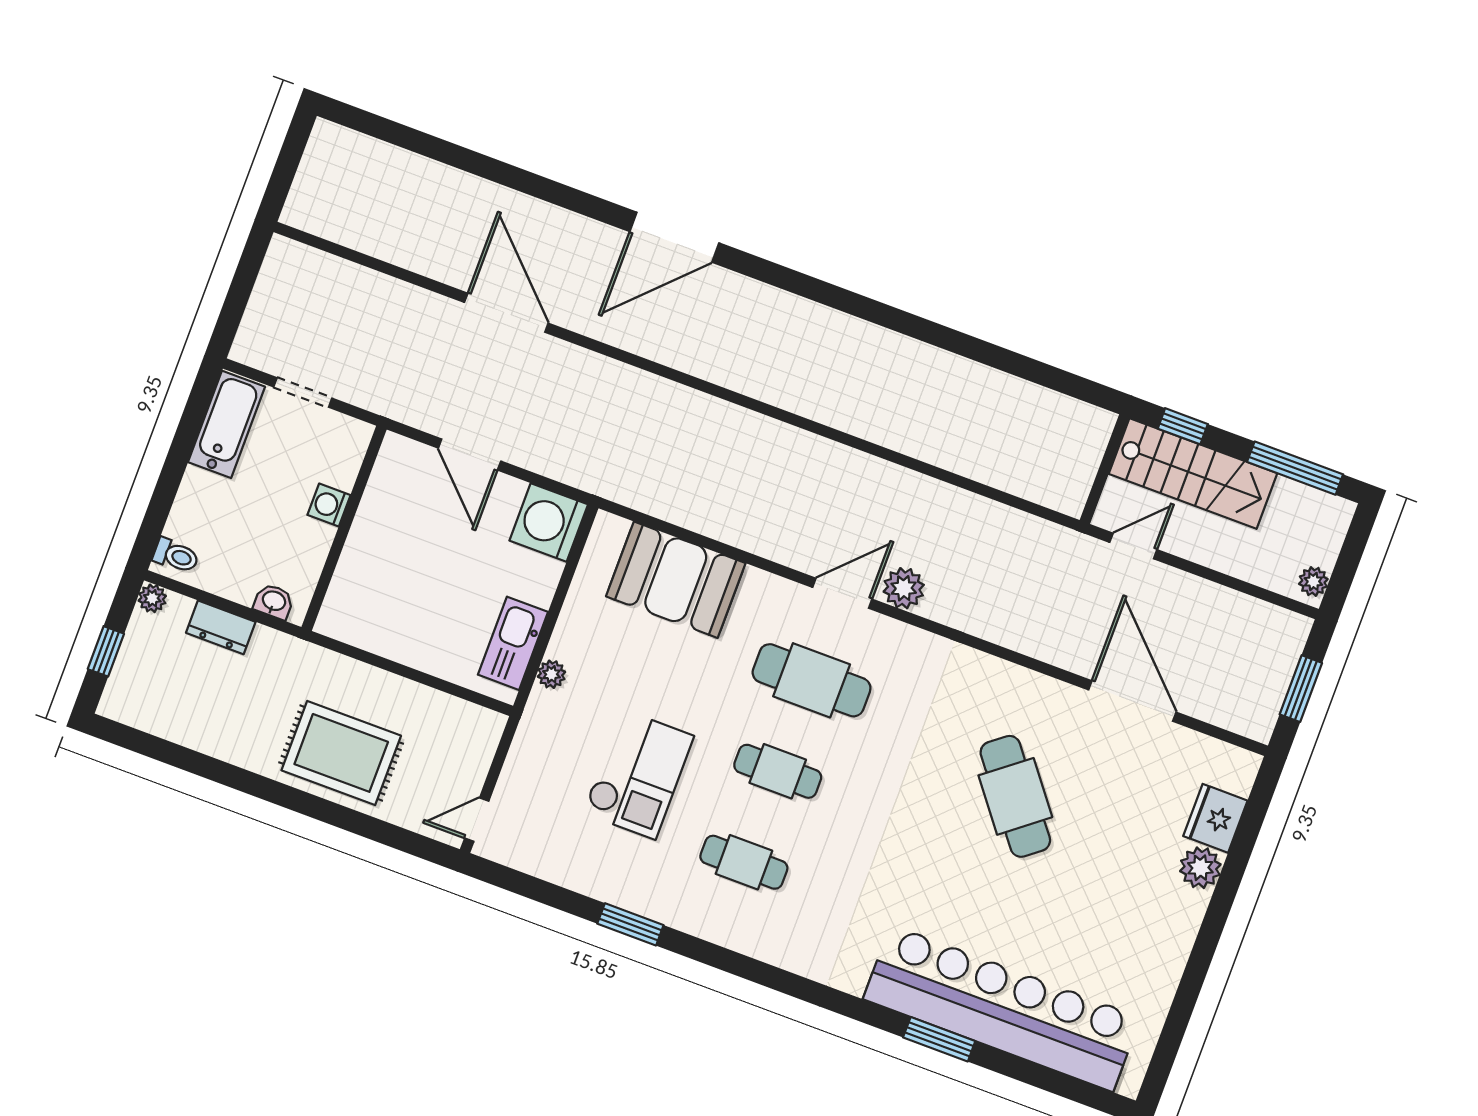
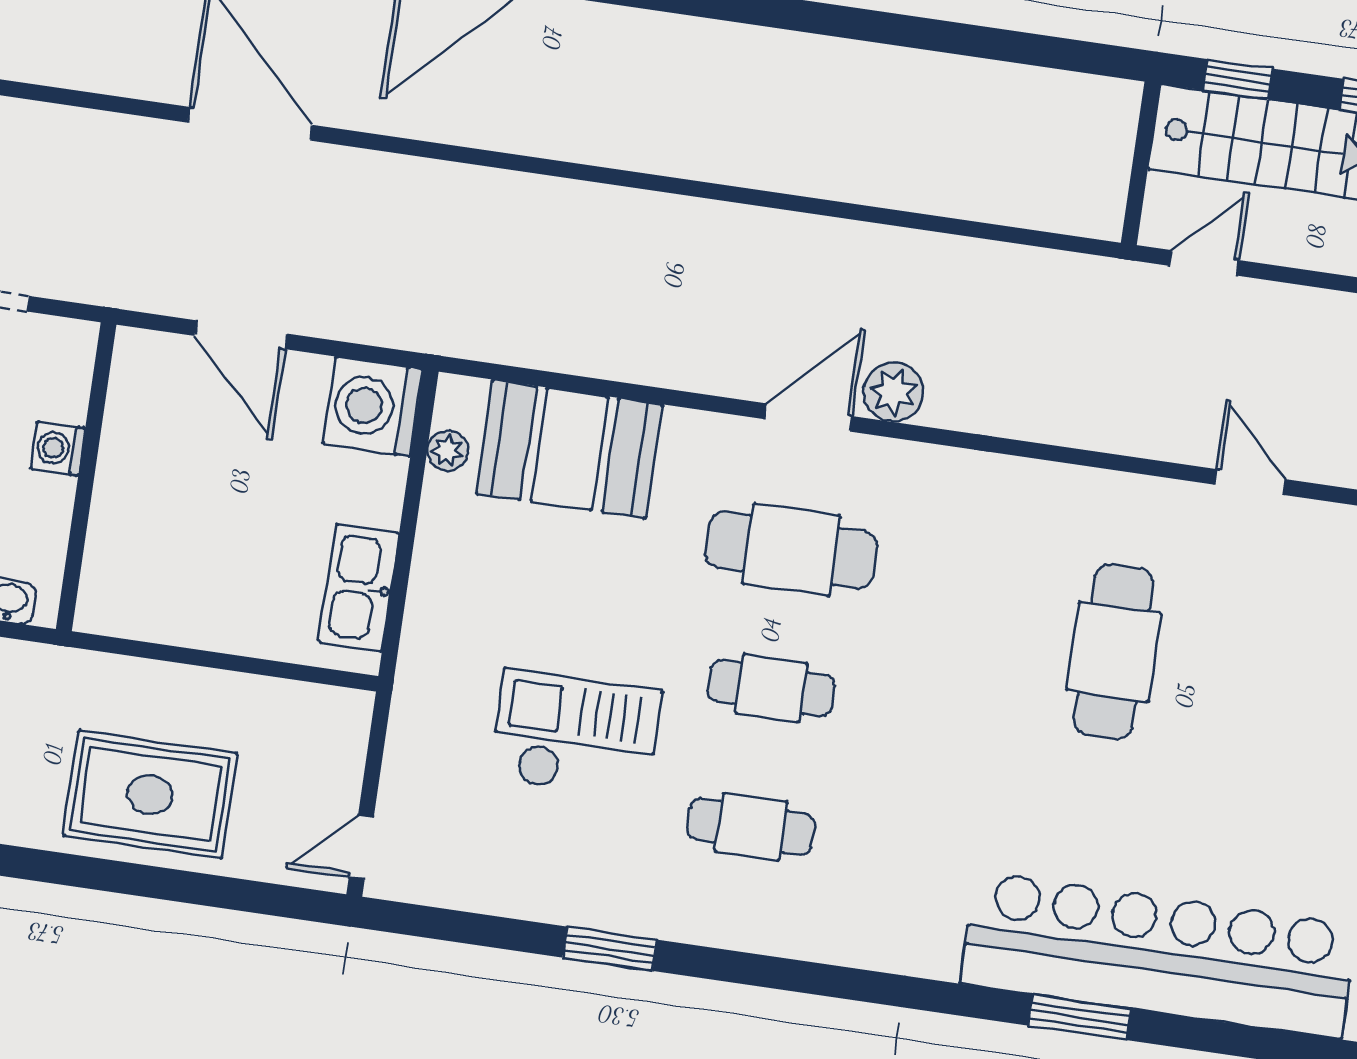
plant: (551, 674) -> (447, 451), moved
door: (1132, 701) -> (1250, 482), width x0.53
checkout: (638, 774) -> (575, 735), turned -90
cafe table: (1015, 796) -> (1114, 652), turned 38

